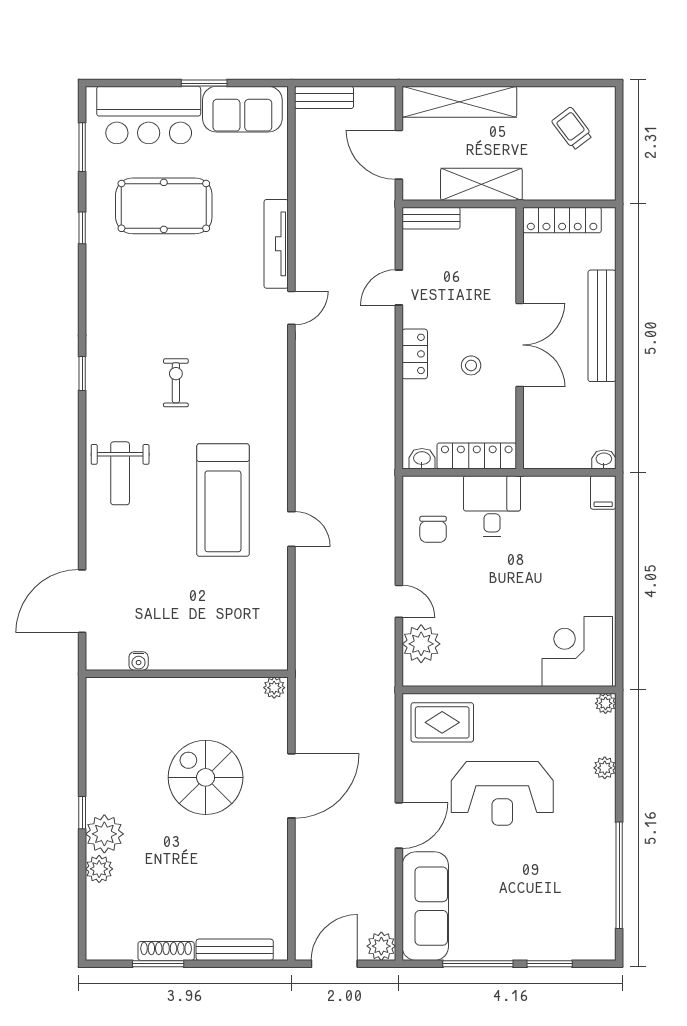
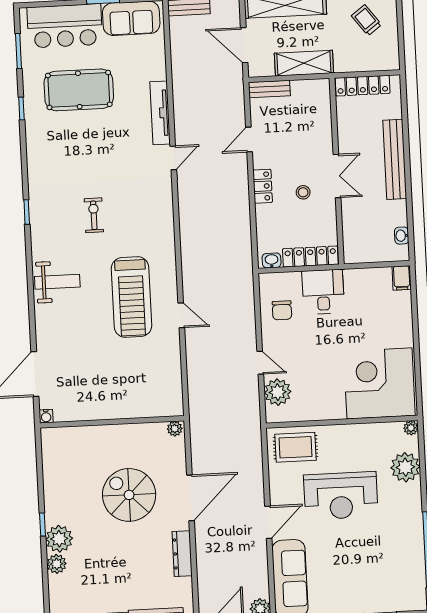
double door: (520, 345) -> (337, 176), width x0.73
washbasin: (604, 459) -> (402, 236), moved, turned -90
weight bench: (120, 473) -> (57, 282), turned -90
corner desk: (577, 651) -> (379, 383), width x1.36, depth x1.36
water cooler: (139, 661) -> (46, 416), moved
plant: (605, 768) -> (405, 467), width x1.88, depth x1.88
dresser: (276, 863) -> (182, 554), added

